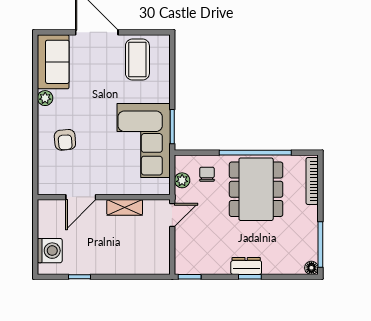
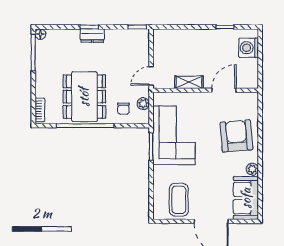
armchair: (65, 140) -> (236, 136), width x1.88, depth x1.88
bookcase: (312, 181) -> (40, 110), width x0.64

